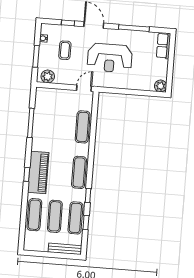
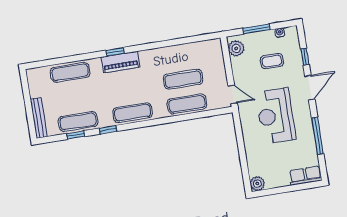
window: (31, 123) -> (177, 42), removed
piano: (38, 172) -> (120, 62), width x0.73, depth x0.75
exercise mat: (55, 216) -> (183, 79), moved

